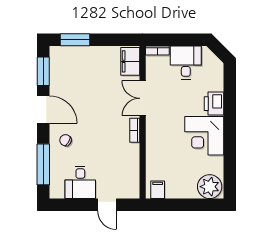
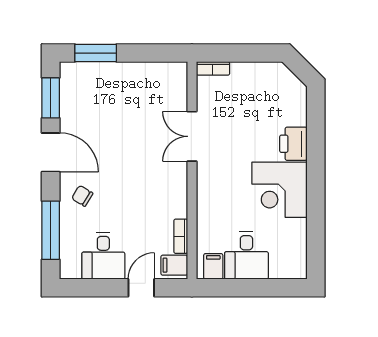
filing cabinet: (130, 61) -> (174, 265), moved, width x0.50
desk: (186, 62) -> (246, 255), moved, turned 180
bookcase: (135, 130) -> (181, 236), moved
plant: (210, 187) -> (287, 262), removed
door: (107, 205) -> (141, 288), swing flipped

